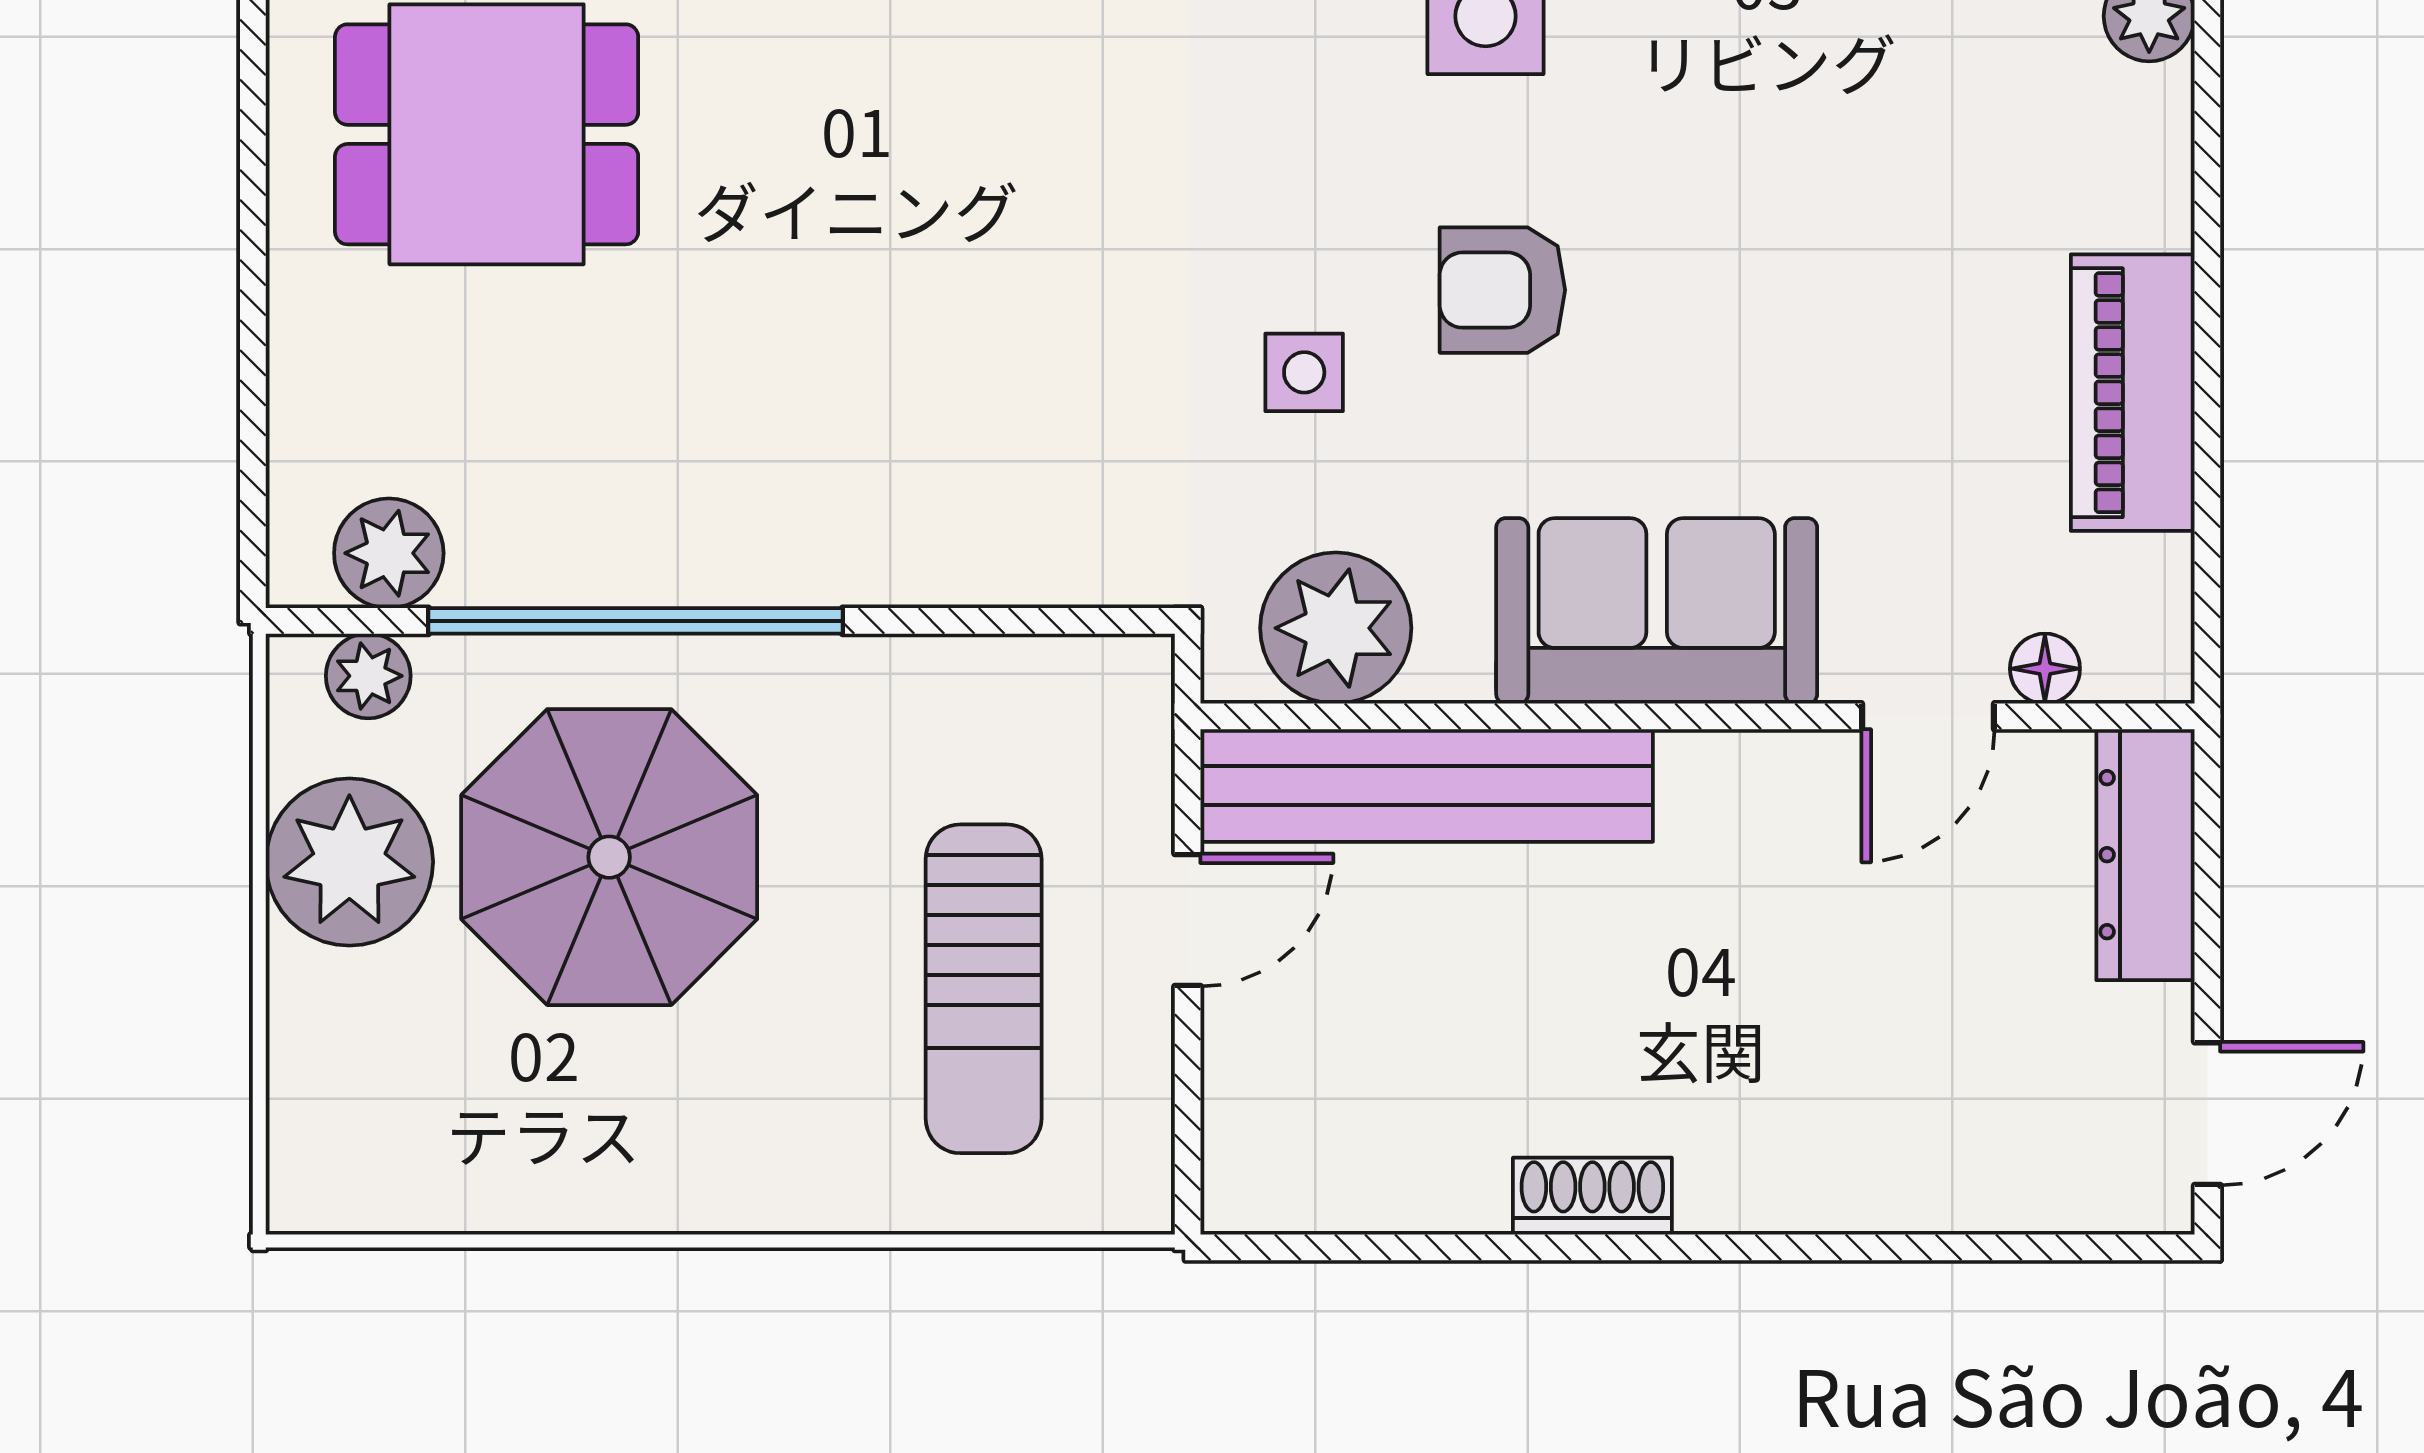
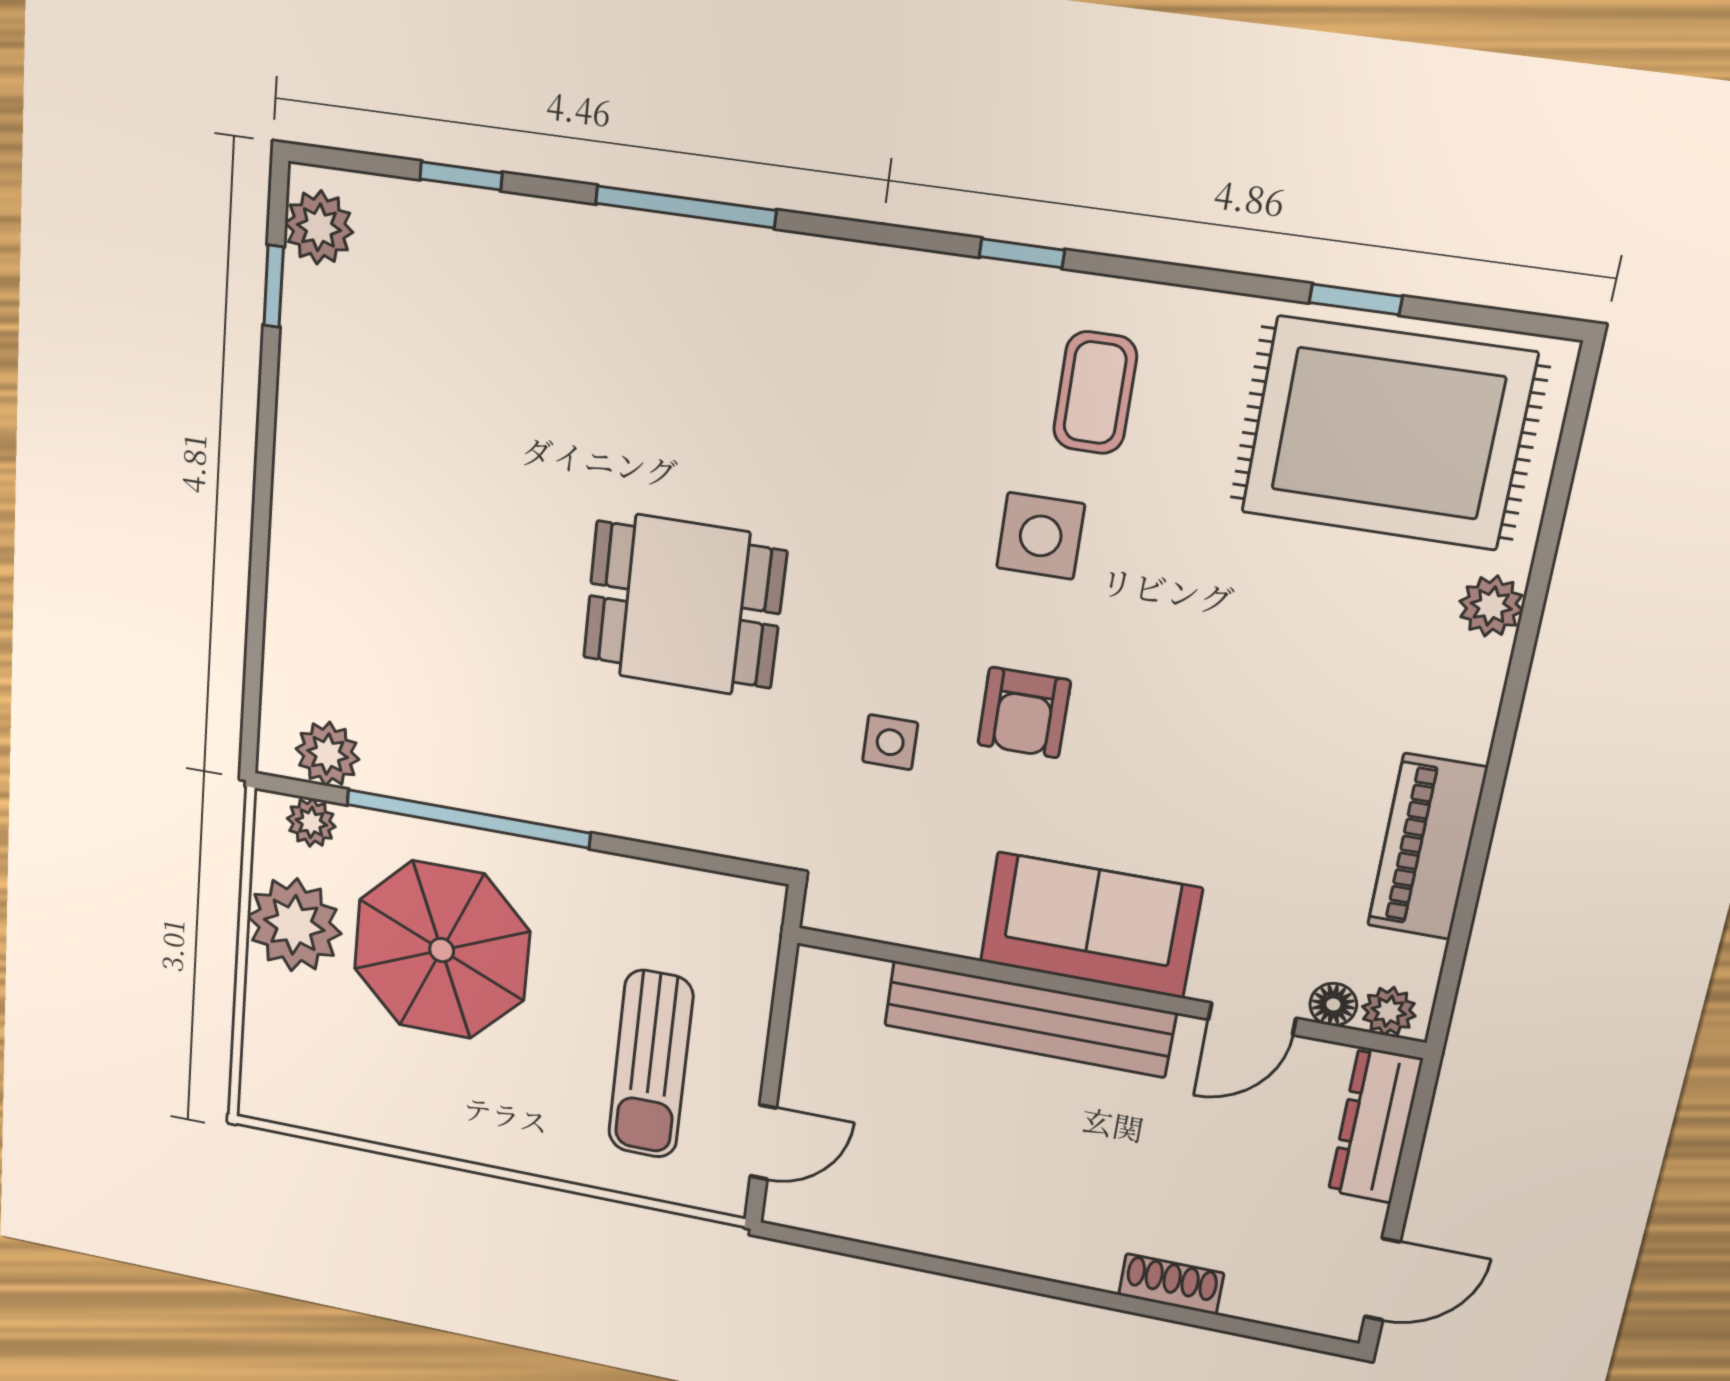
dining table: (487, 134) -> (684, 605), moved
armchair: (1502, 290) -> (1024, 713), turned -90
plant: (1336, 628) -> (1389, 1011), moved, width x0.53, depth x0.53
bench: (1427, 785) -> (1029, 1019), moved
door: (1188, 920) -> (763, 1142), moved
shoe rack: (1592, 1196) -> (1171, 1284), moved

